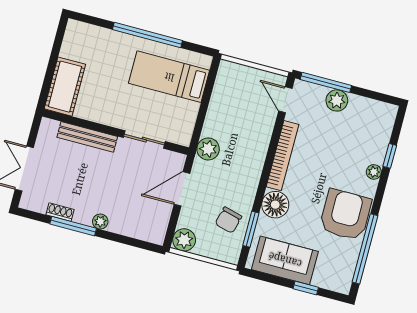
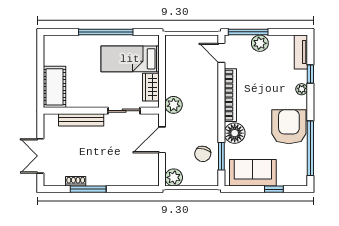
wardrobe: (186, 119) -> (151, 87), added
tv unit: (385, 125) -> (301, 52), added
plant: (100, 221) -> (108, 180), removed

